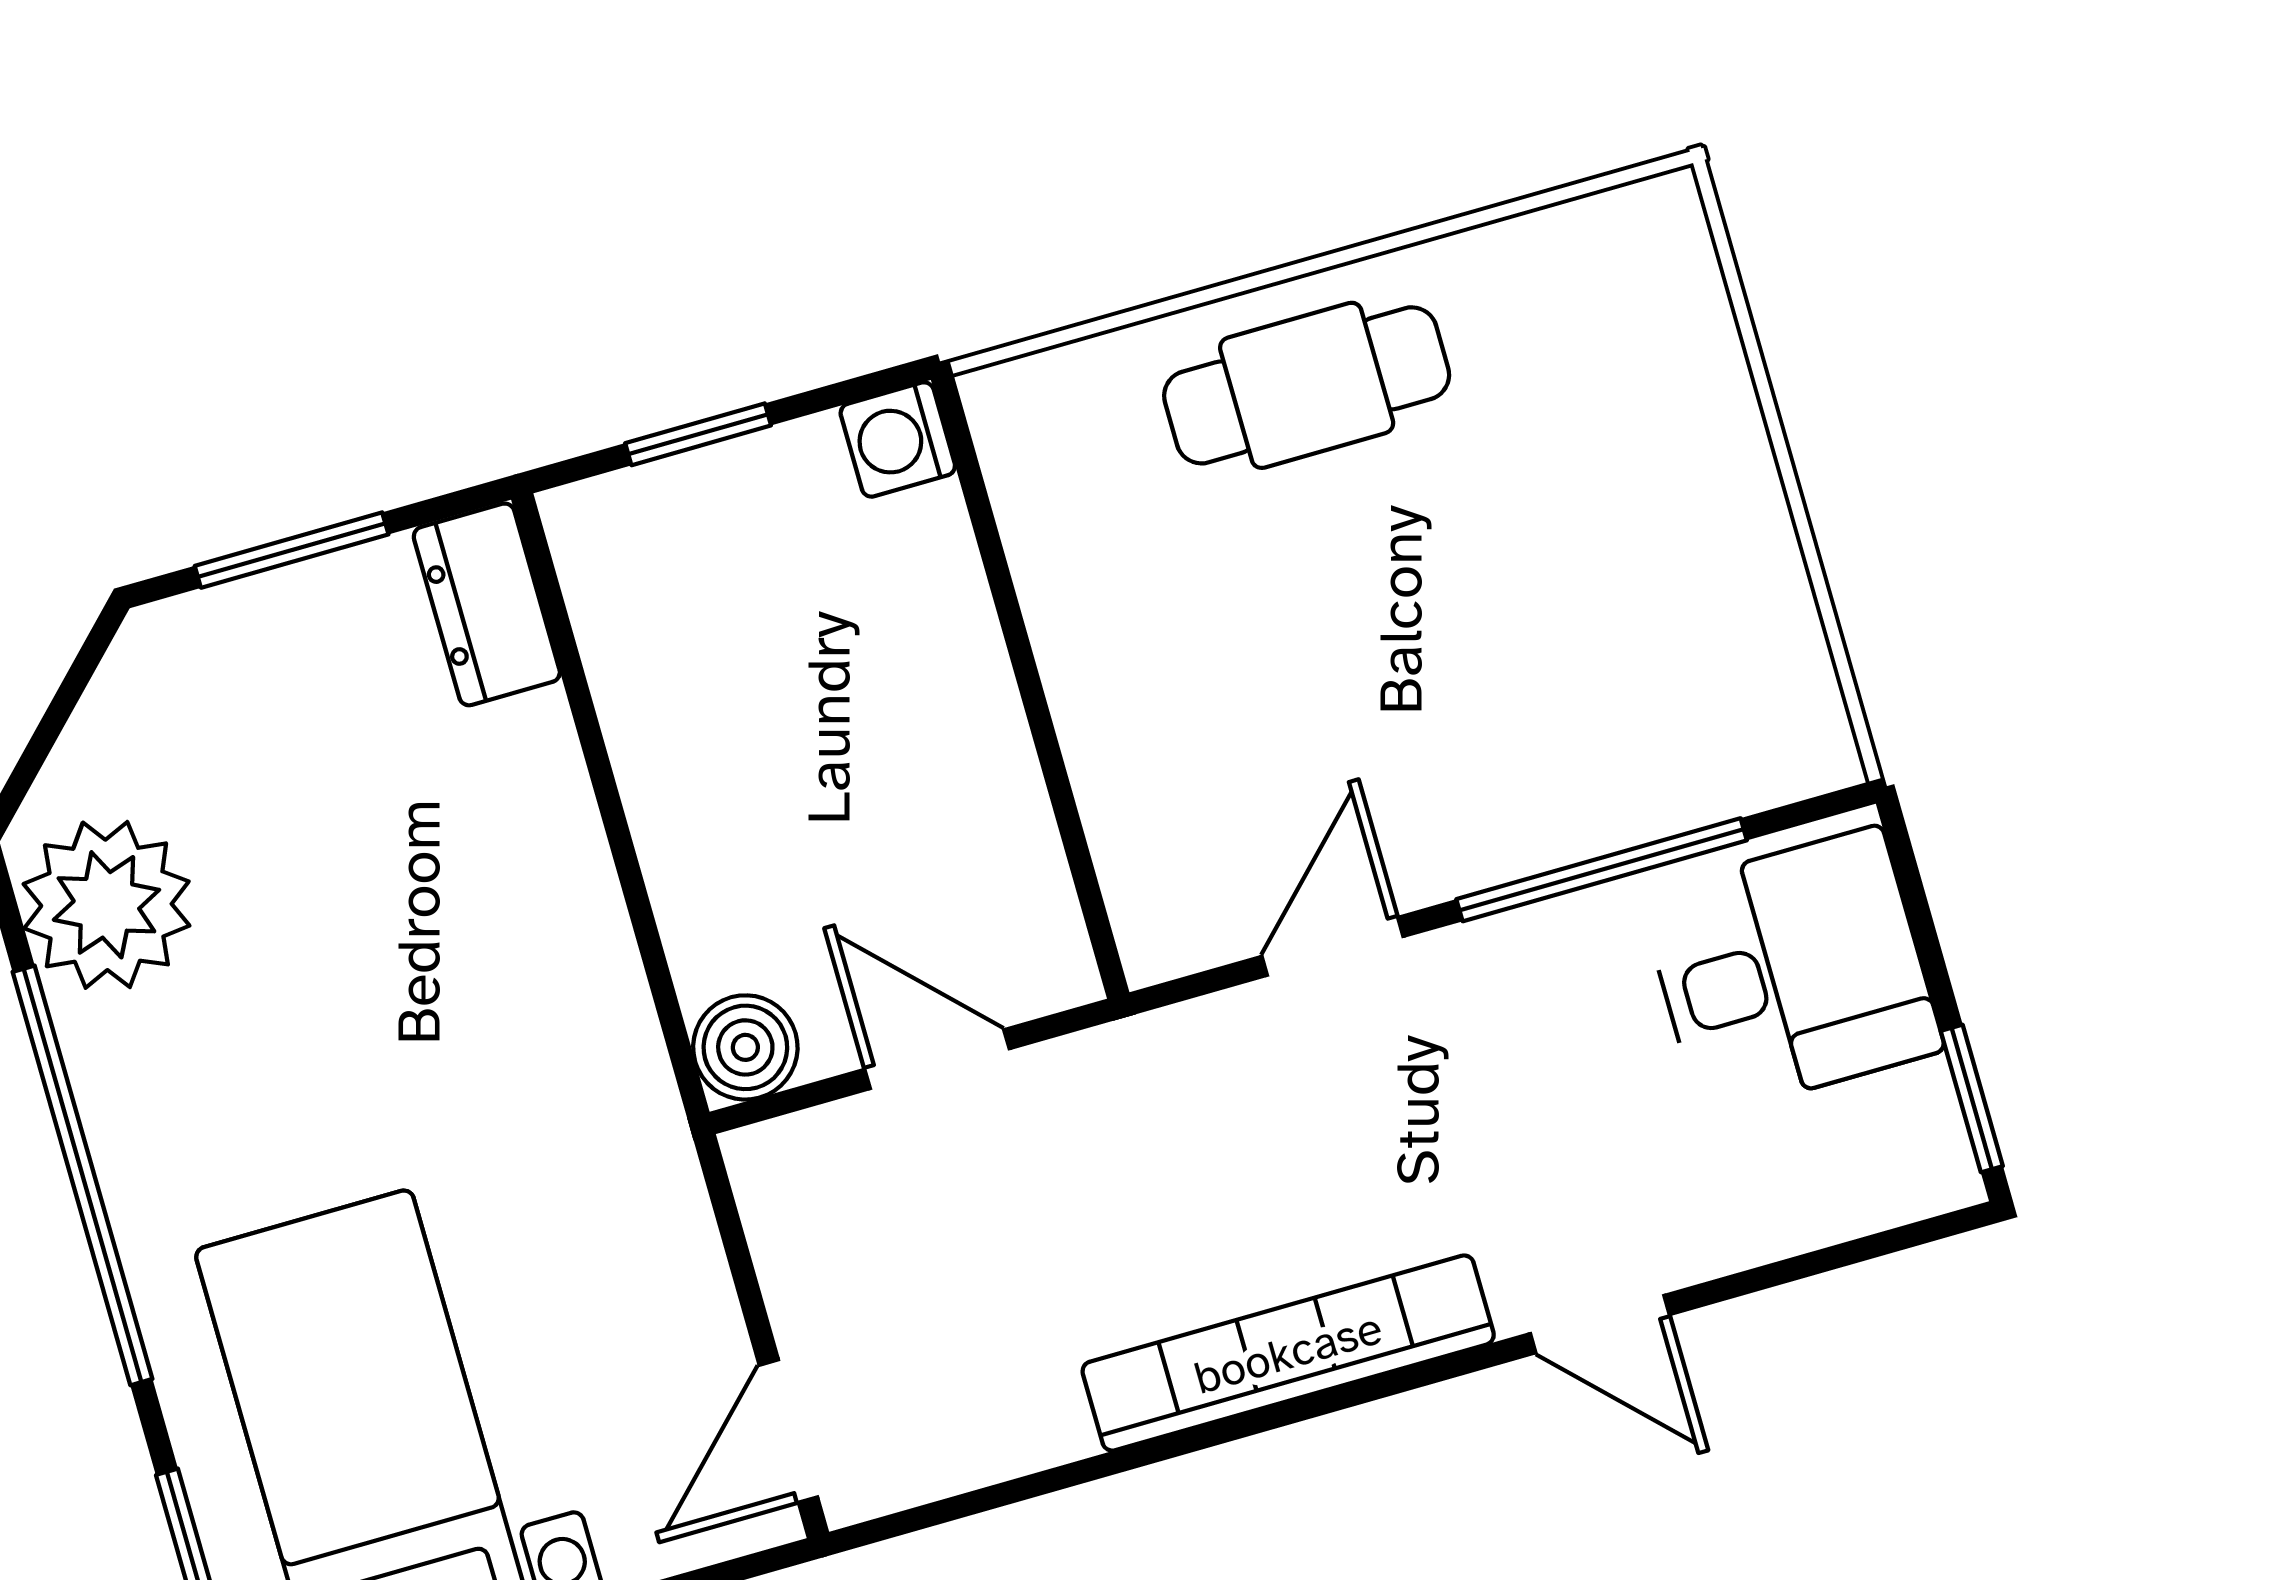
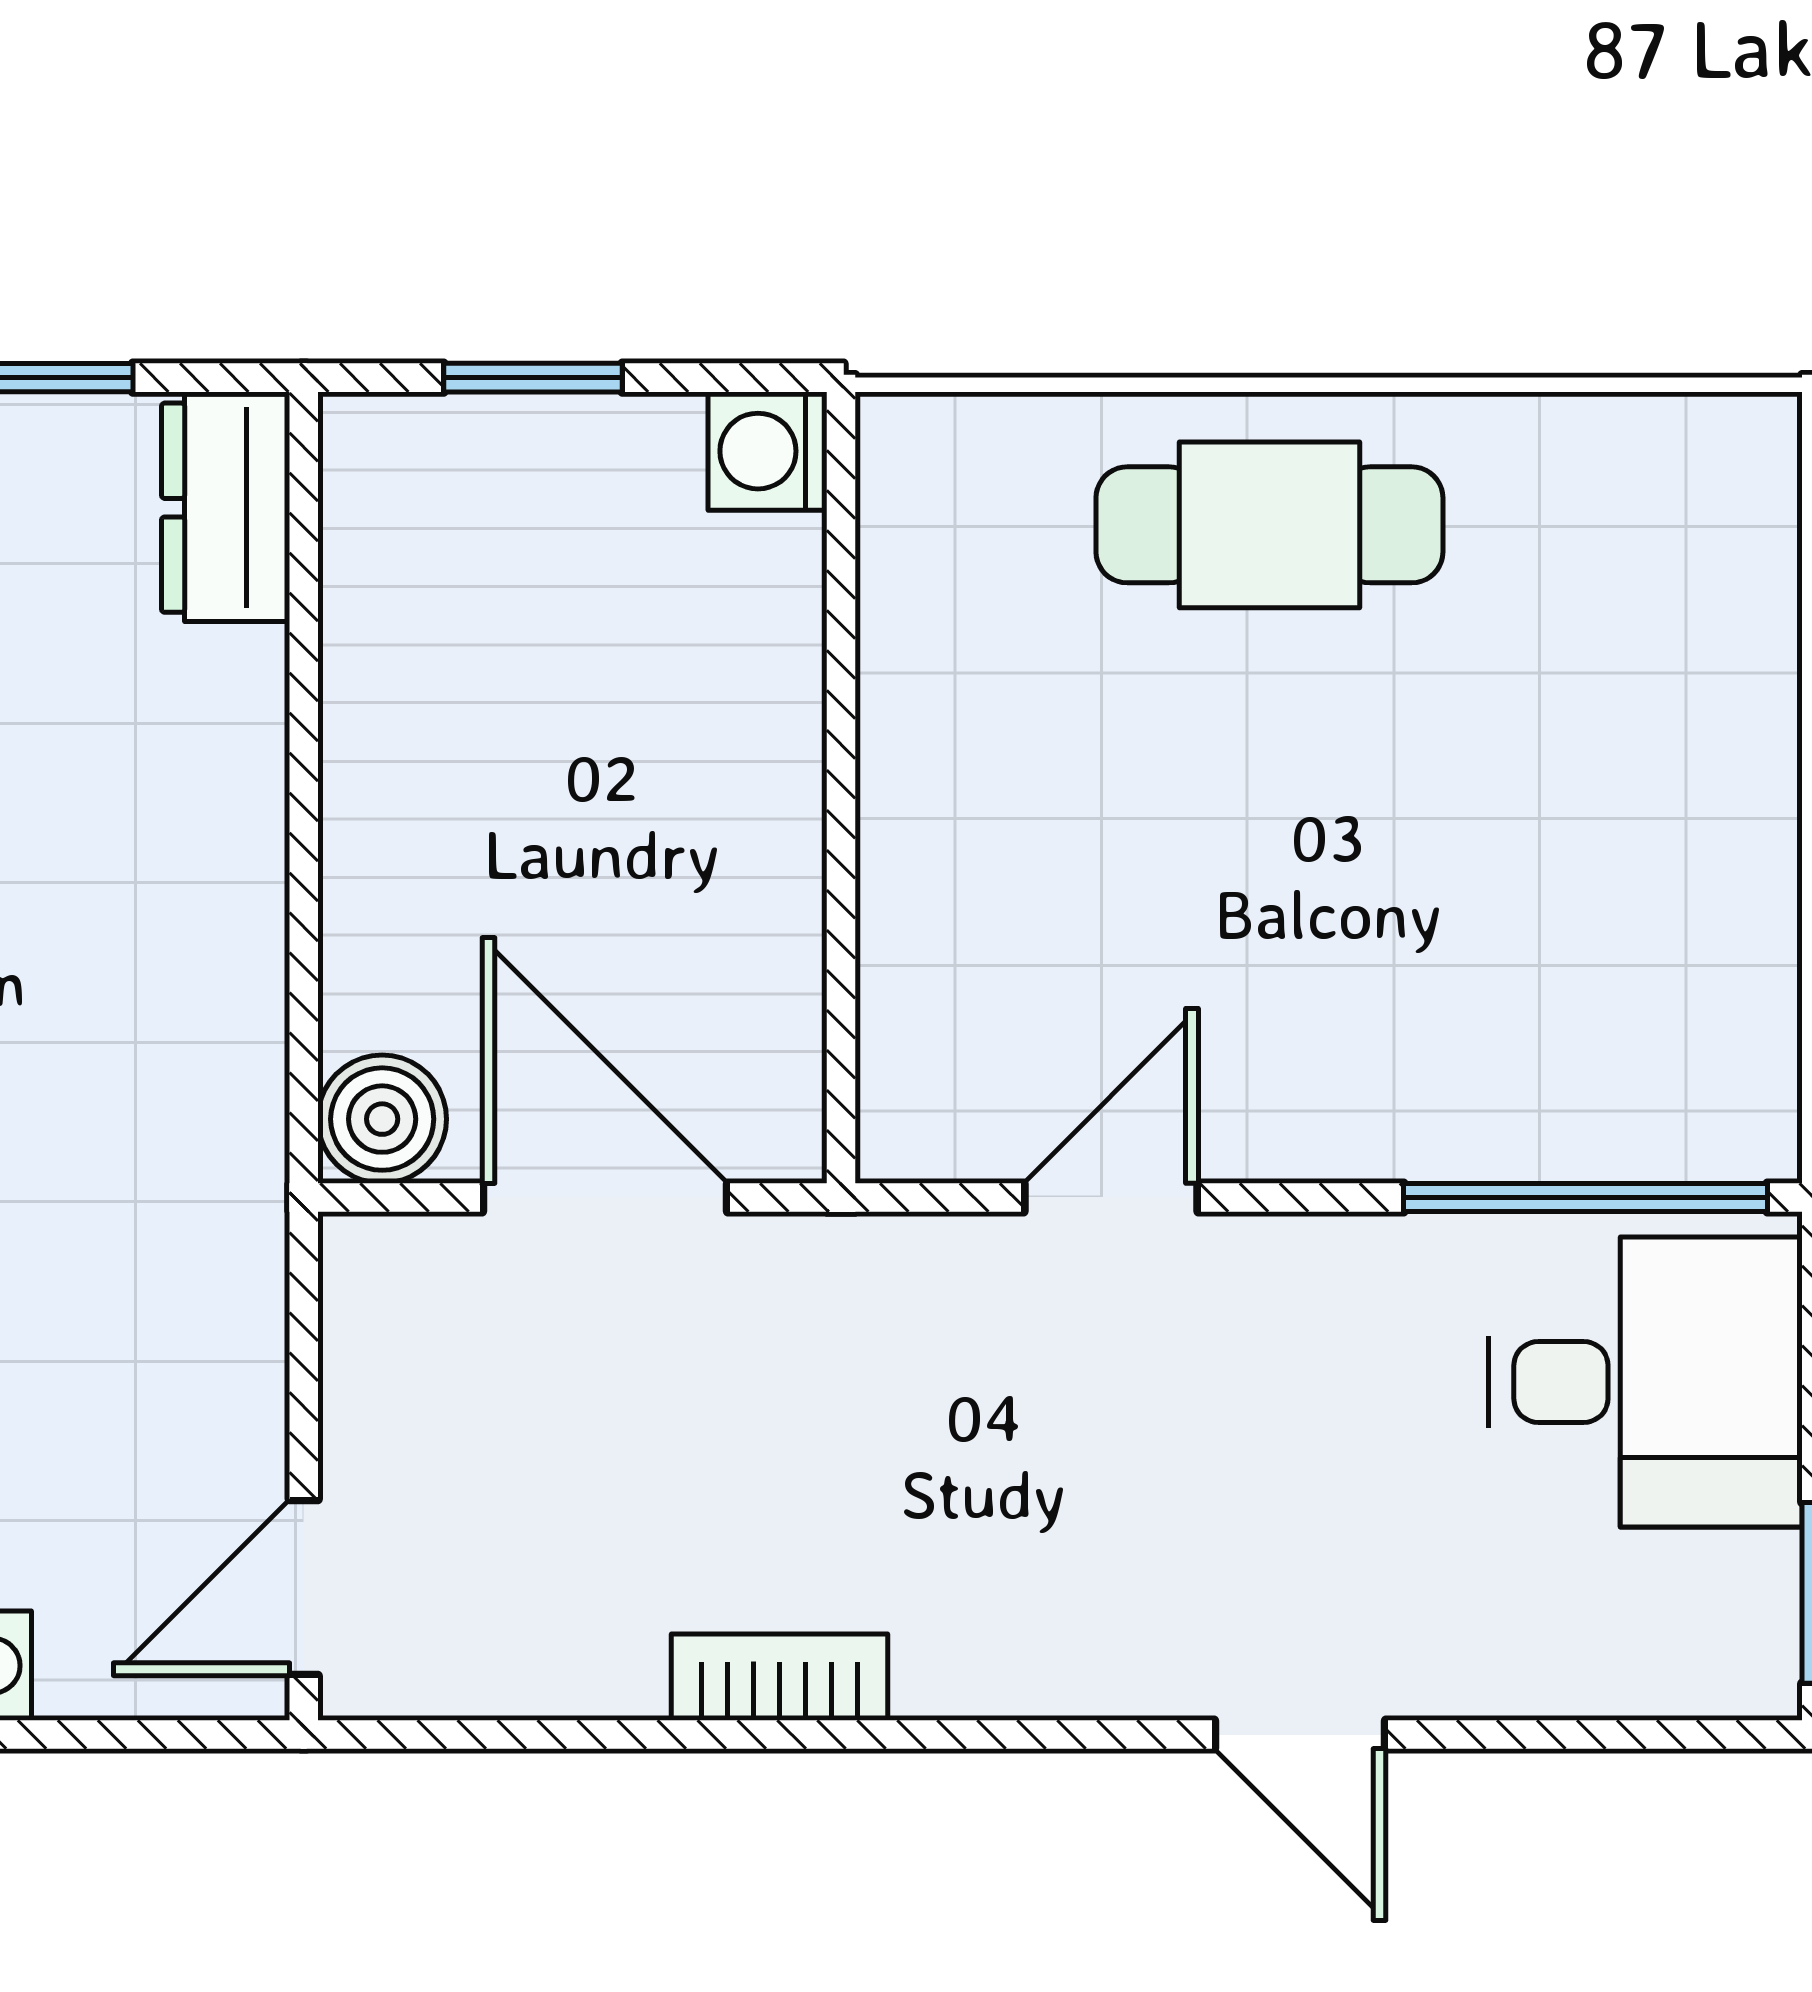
window: (1602, 870) -> (1585, 1197), moved
door: (937, 1059) -> (605, 1197), width x1.38
bookcase: (1288, 1353) -> (780, 1677), width x0.43, depth x0.76

